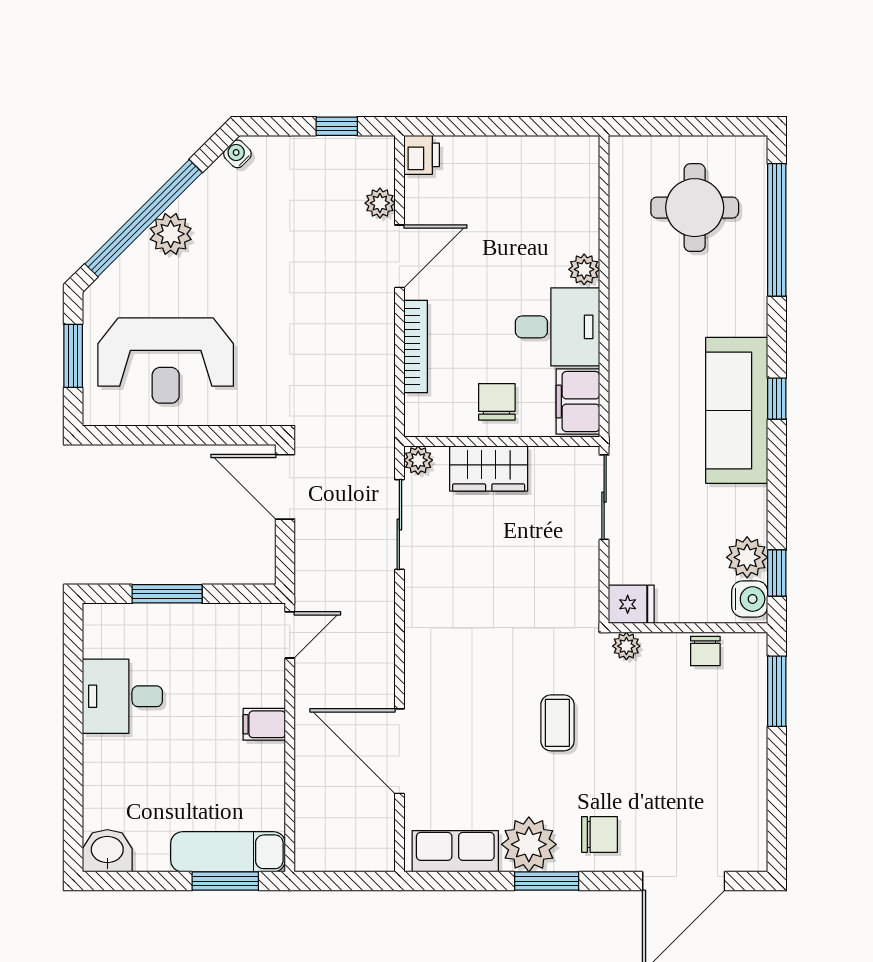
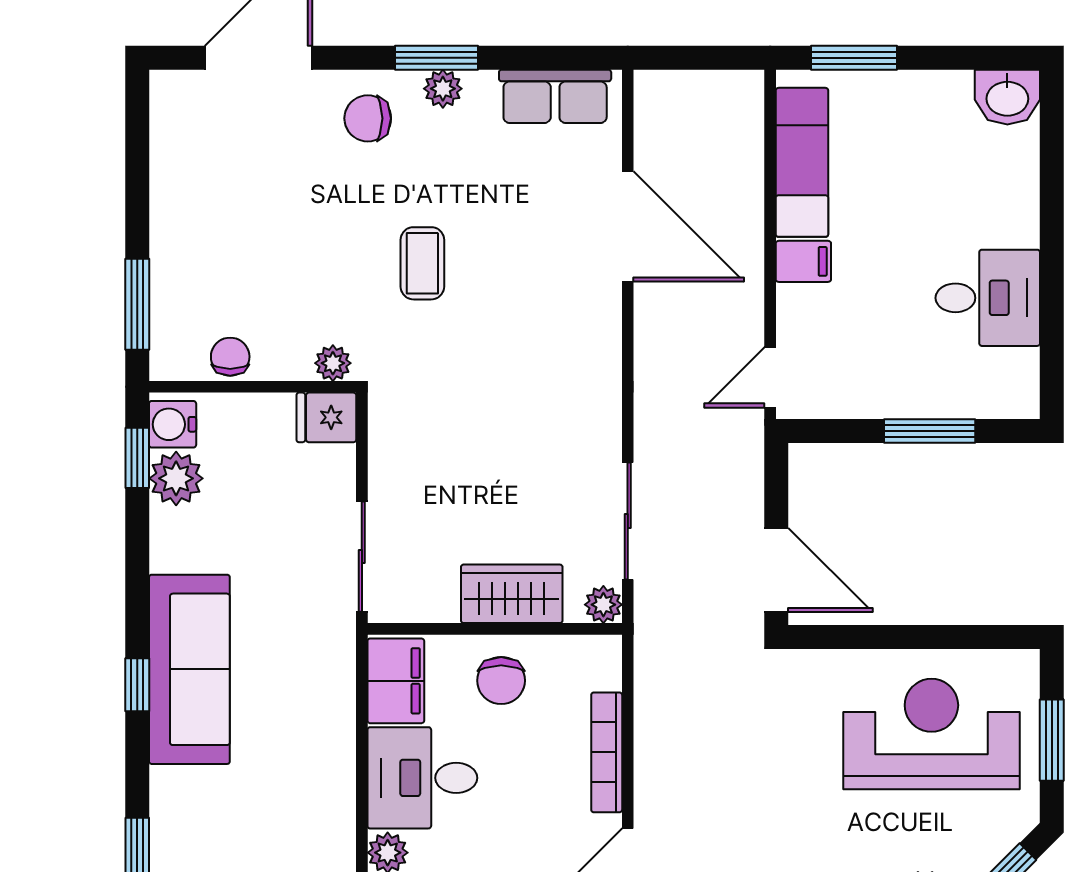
plant: (529, 844) -> (443, 89), width x0.53, depth x0.53
exam couch: (228, 852) -> (802, 162), moved, turned -90

